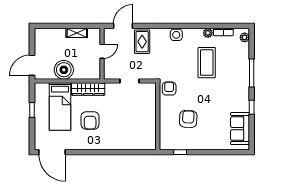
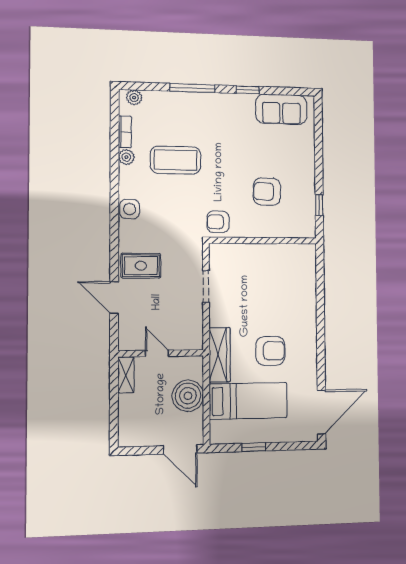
door: (102, 51) -> (157, 353), moved
wall: (102, 54) -> (161, 353), moved

